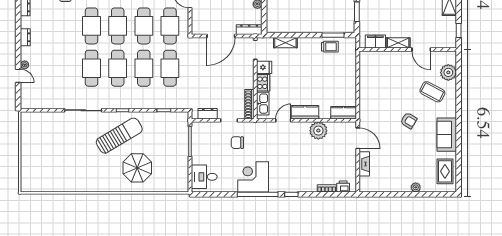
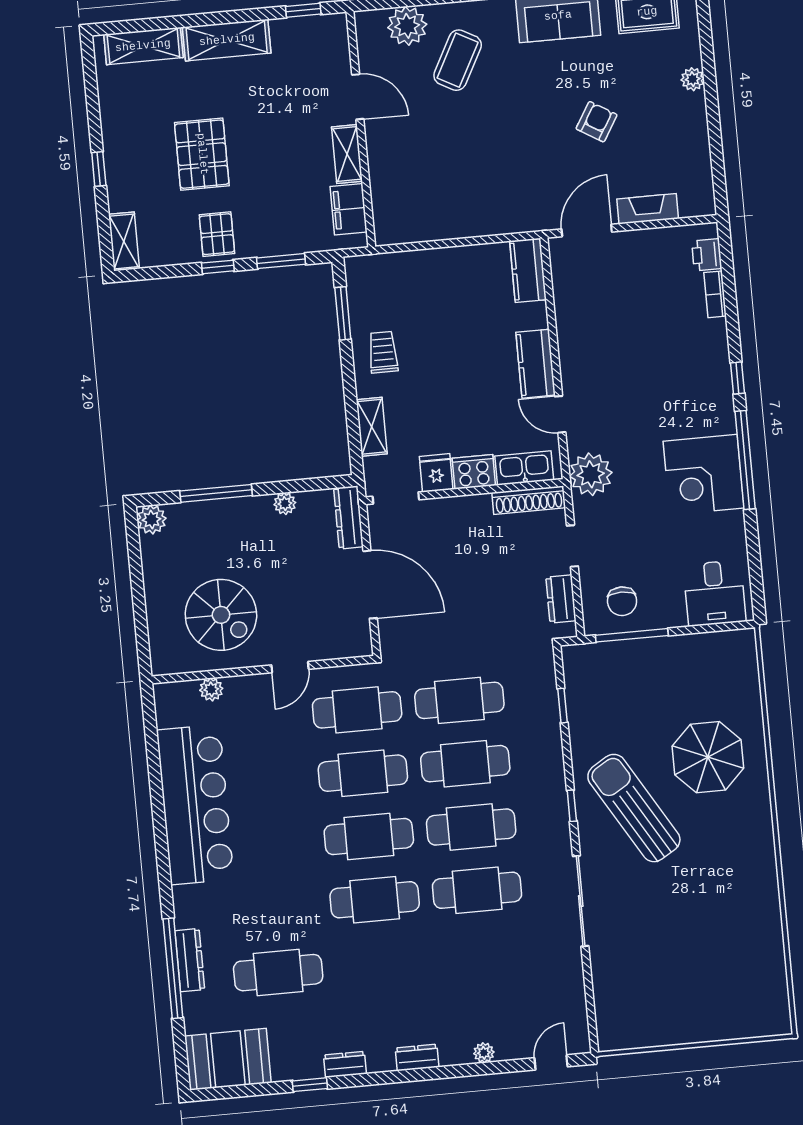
trolley: (330, 47) -> (383, 352), moved
door: (421, 50) -> (358, 97), hinge flipped
door: (18, 76) -> (551, 1062), moved
armchair: (409, 121) -> (597, 122), moved
plant: (318, 131) -> (591, 474), moved
chair: (237, 143) -> (622, 601), moved

